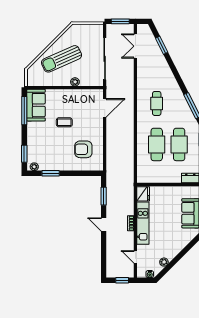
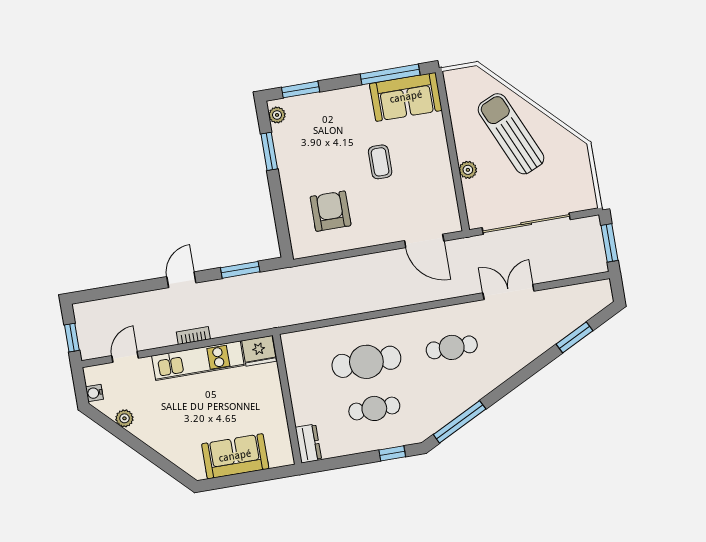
double door: (135, 46) -> (508, 292), moved
cafe table: (179, 144) -> (374, 408), width x0.73, depth x0.74

